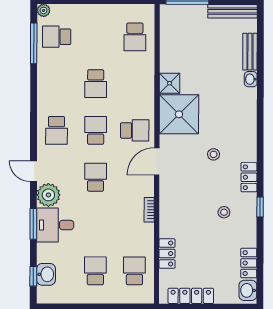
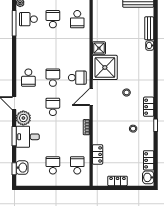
school desk: (96, 84) -> (53, 19), moved, turned 180
locker: (191, 296) -> (118, 181), width x0.66

